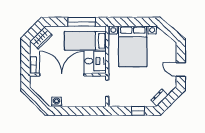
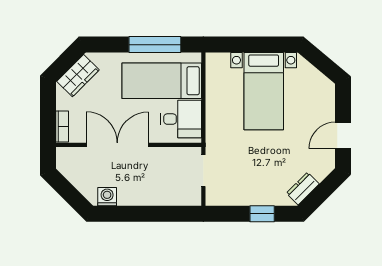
bed with nightstands: (133, 46) -> (264, 91), width x0.73
door: (181, 70) -> (343, 135), hinge flipped
double door: (62, 75) -> (117, 145), width x0.73

